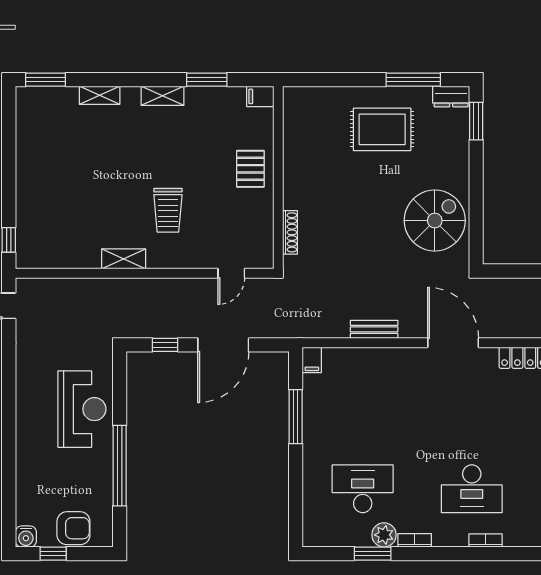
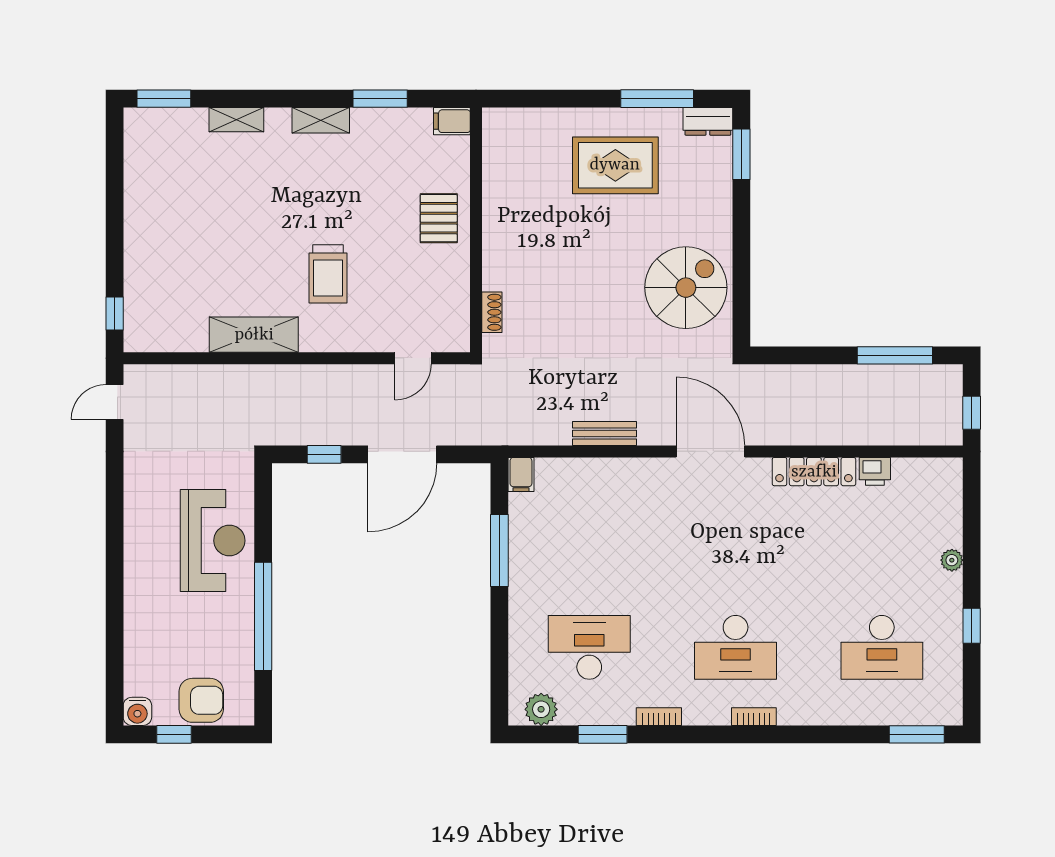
shoe rack: (290, 232) -> (492, 312), width x0.70
shelving: (124, 259) -> (254, 335), width x1.50, depth x1.33
plant: (384, 535) -> (541, 709), moved

